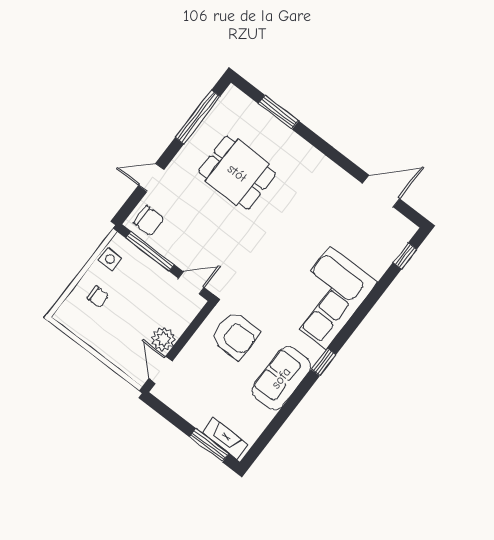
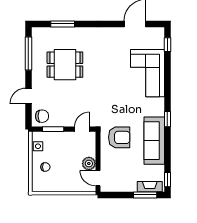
window: (150, 251) -> (53, 129), width x0.69
corner sofa: (328, 298) -> (147, 73), moved
sofa: (281, 378) -> (154, 141), width x1.36
window: (258, 448) -> (167, 180), added

